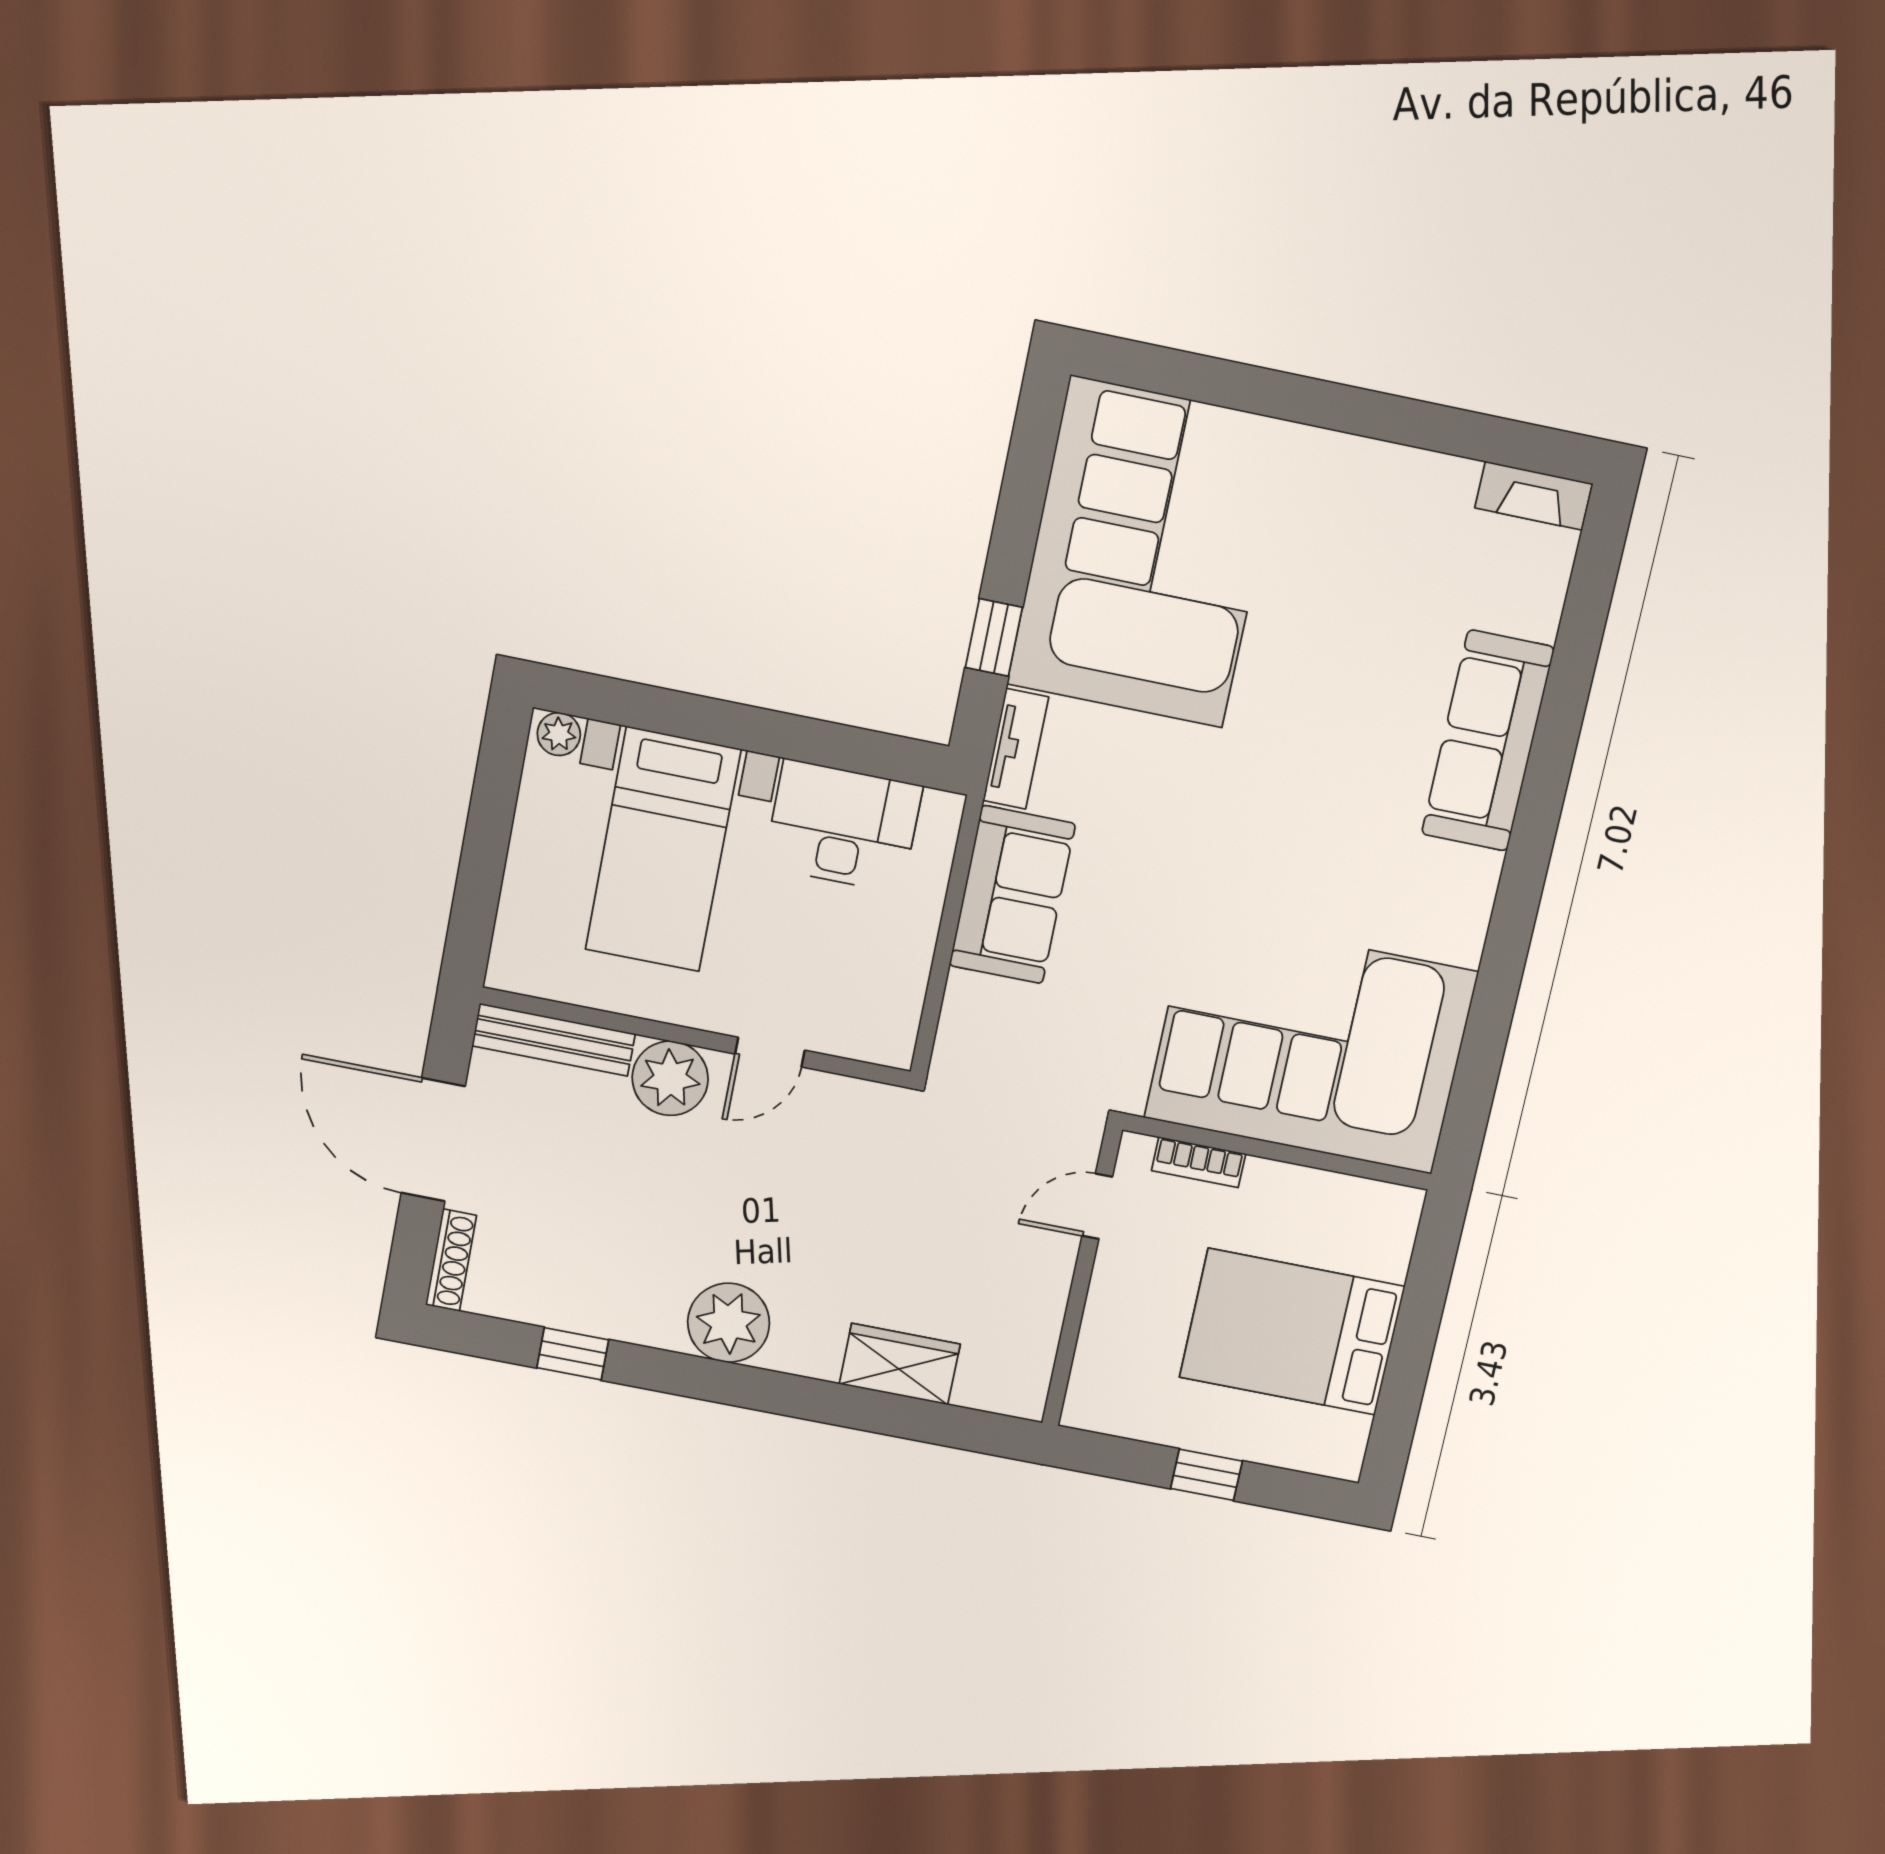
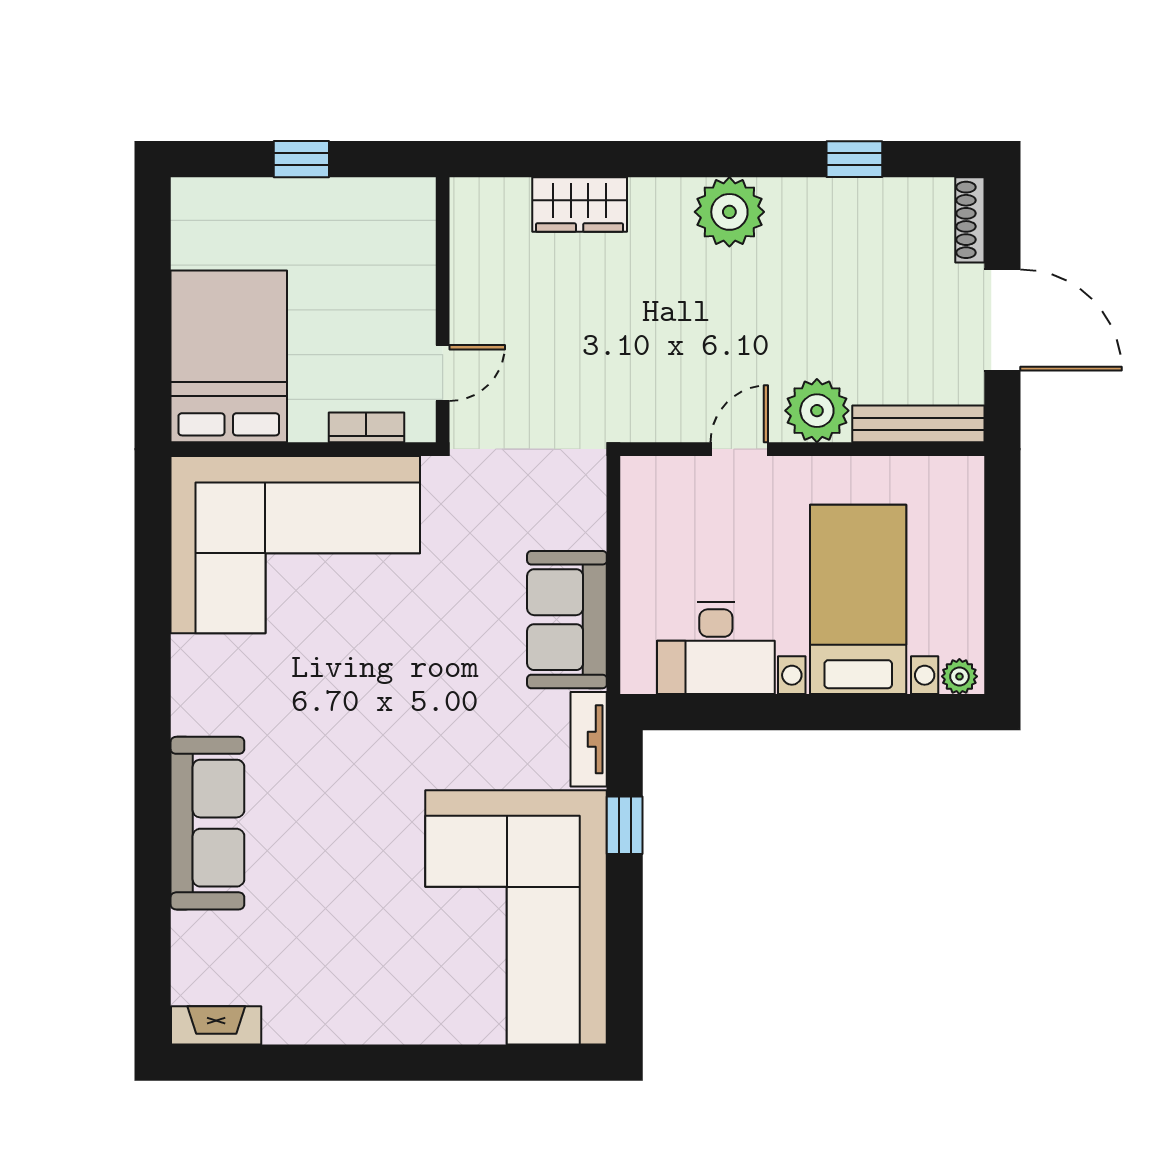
bed: (1292, 1332) -> (229, 356), moved, turned -90

